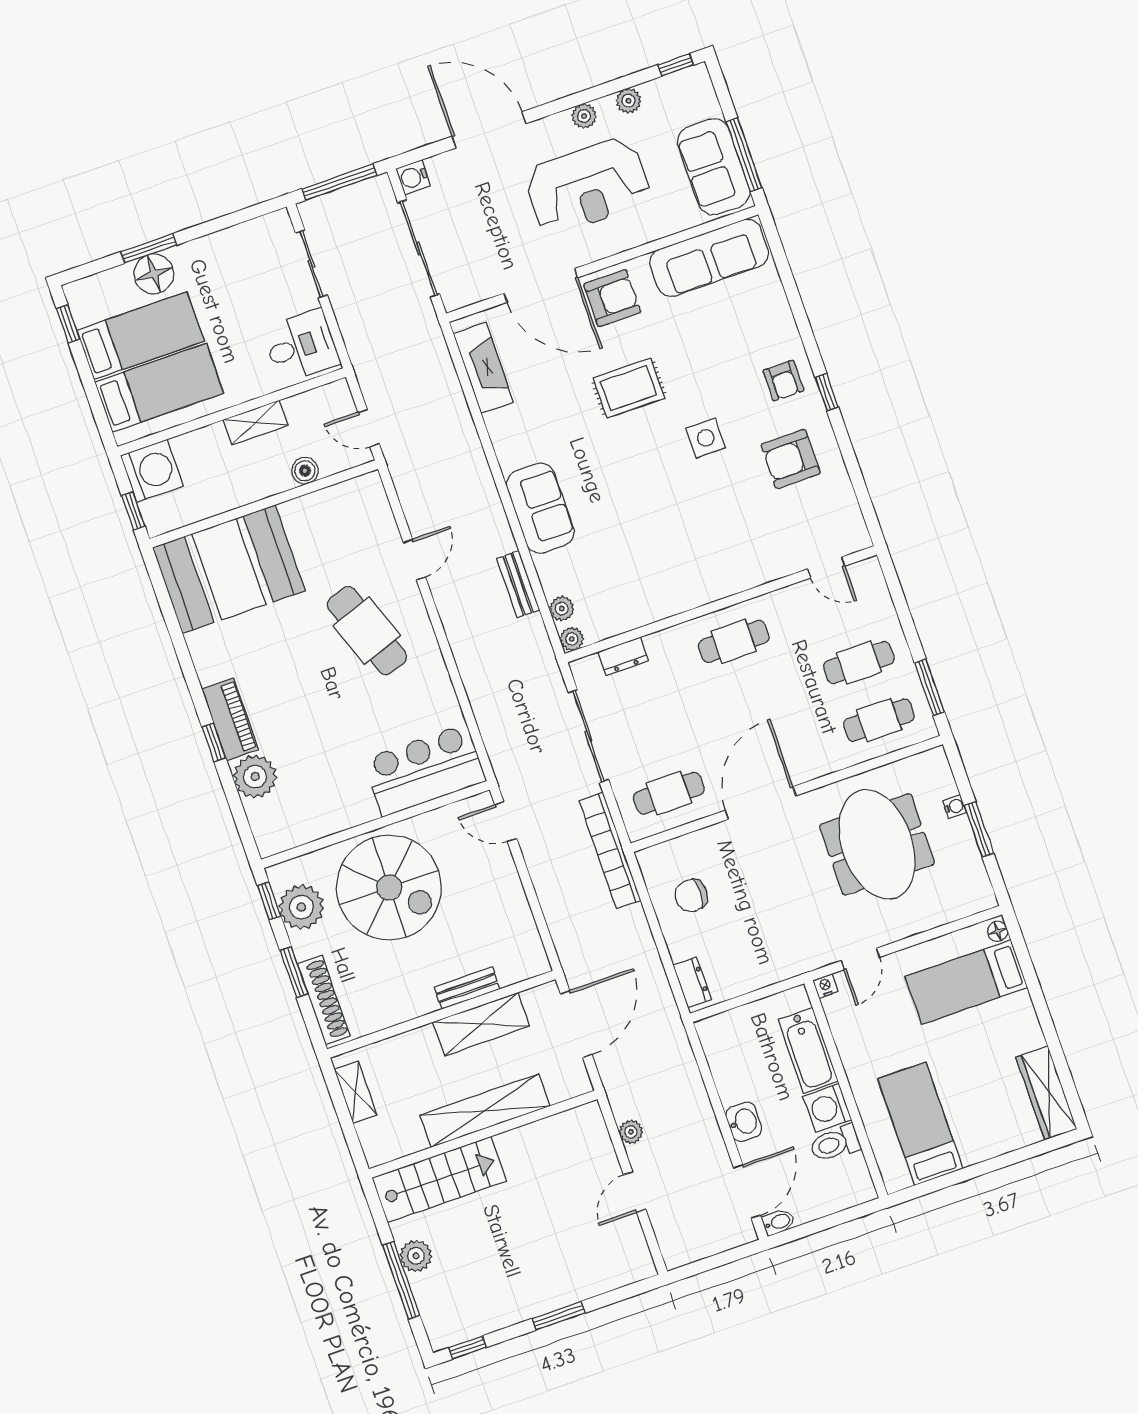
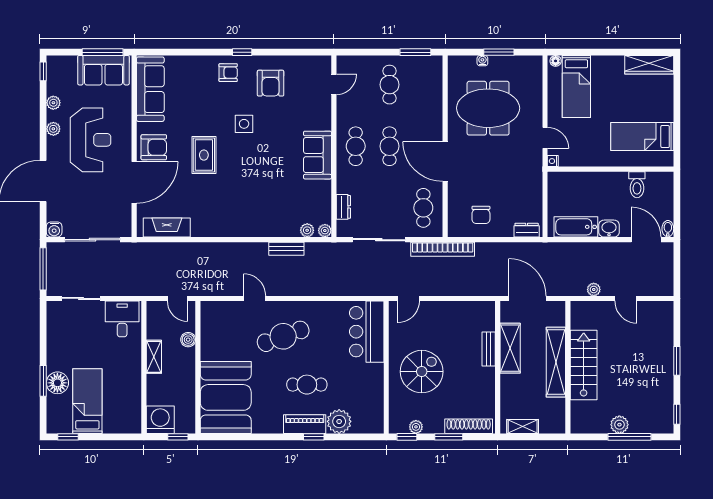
armchair: (612, 298) -> (154, 147), turned 90
bed: (159, 388) -> (118, 401), removed
door: (369, 428) -> (177, 298), hinge flipped
sofa: (540, 508) -> (318, 155), moved, turned -90
cafe table: (299, 700) -> (307, 385), added
cafe table: (879, 720) -> (389, 146), moved
spiral stairs: (389, 888) -> (422, 372), width x0.73, depth x0.73
plant: (301, 907) -> (416, 427), width x0.53, depth x0.53
bathtub: (808, 1050) -> (576, 227), moved, turned 180
washing machine: (827, 1108) -> (617, 182), removed
stairs: (439, 1179) -> (584, 365), moved

